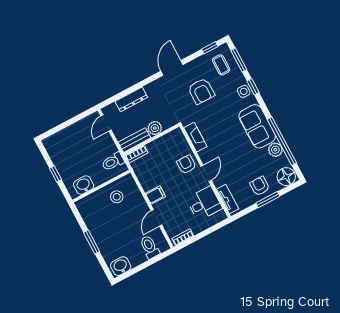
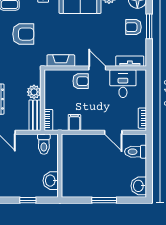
armchair: (186, 165) -> (81, 81), turned 180
filing cabinet: (155, 195) -> (74, 122), moved
stool: (117, 197) -> (76, 157), removed

